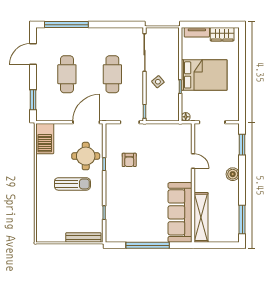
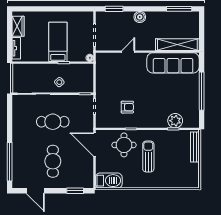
cafe table: (67, 74) -> (53, 161), turned 90
bed: (204, 75) -> (58, 42), width x0.67
plant: (114, 215) -> (175, 121), added

